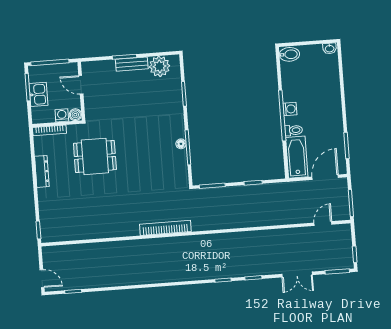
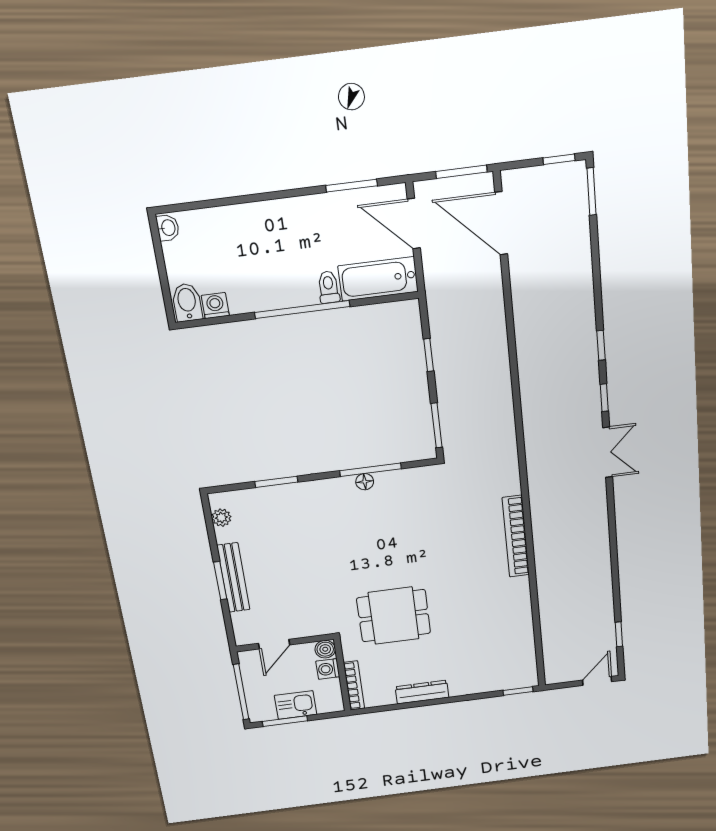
bench: (132, 64) -> (233, 578), width x1.36
plant: (160, 66) -> (221, 518), width x0.53, depth x0.53
washing machine: (290, 109) -> (215, 306), moved
dining table: (95, 156) -> (394, 616), turned 90
door: (323, 224) -> (501, 223), width x1.88
bookcase: (165, 228) -> (516, 536), moved
double door: (297, 275) -> (608, 452), moved

